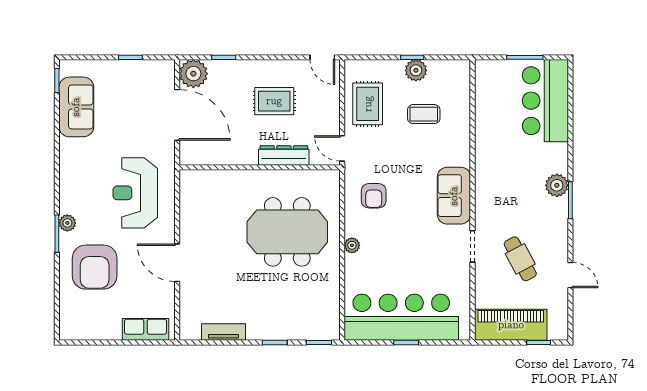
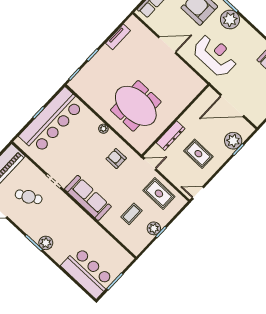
plant: (193, 74) -> (233, 141), moved
rug: (274, 101) -> (198, 154), turned 90
sofa: (454, 196) -> (88, 198), width x1.36
plant: (67, 223) -> (230, 19), width x1.88, depth x1.88
meeting table: (287, 232) -> (136, 106), turned 90

